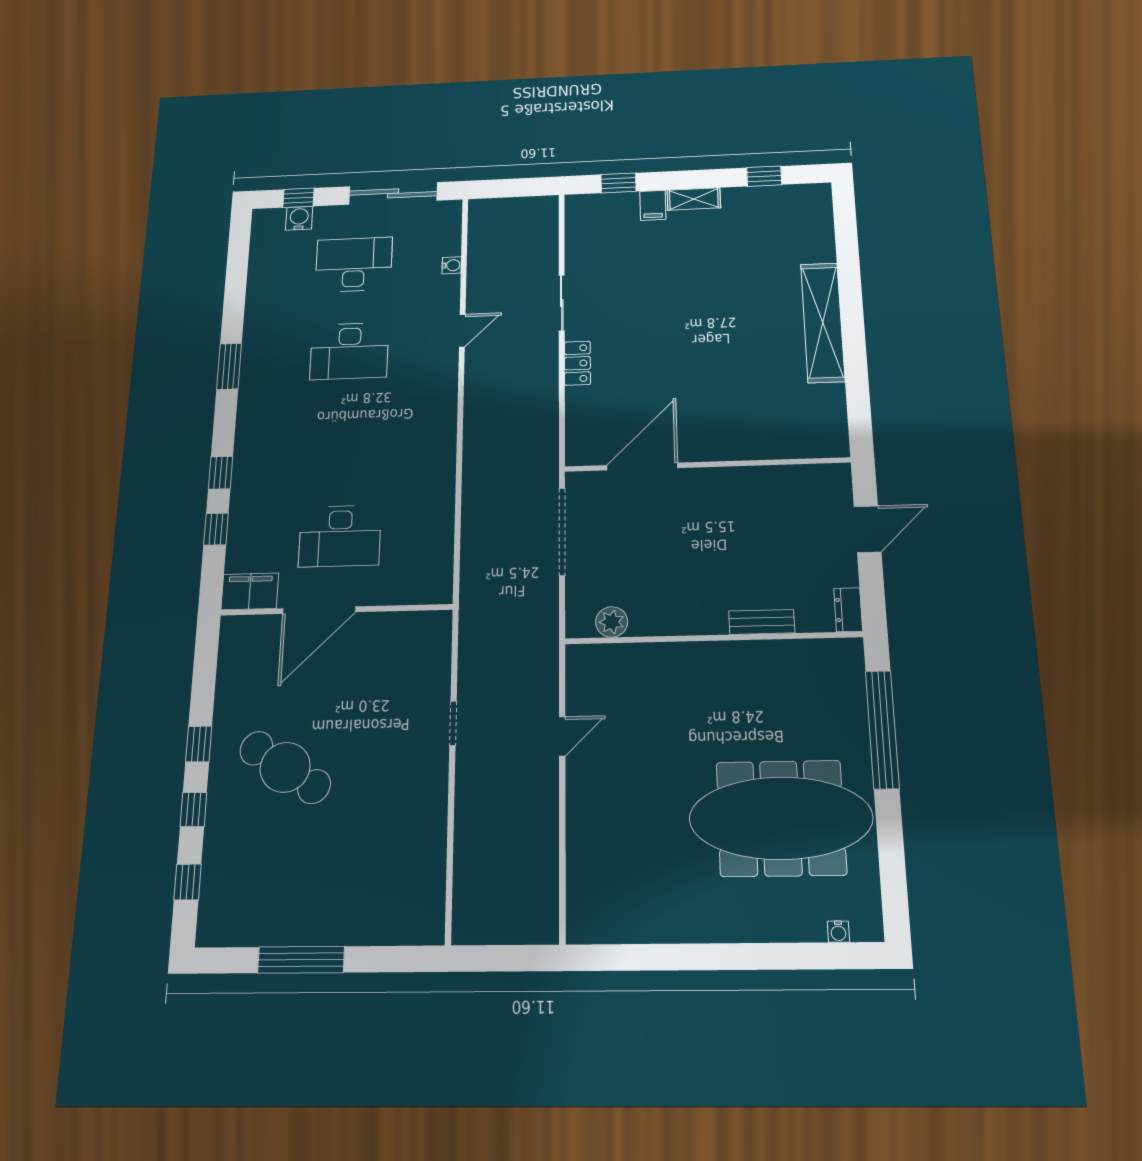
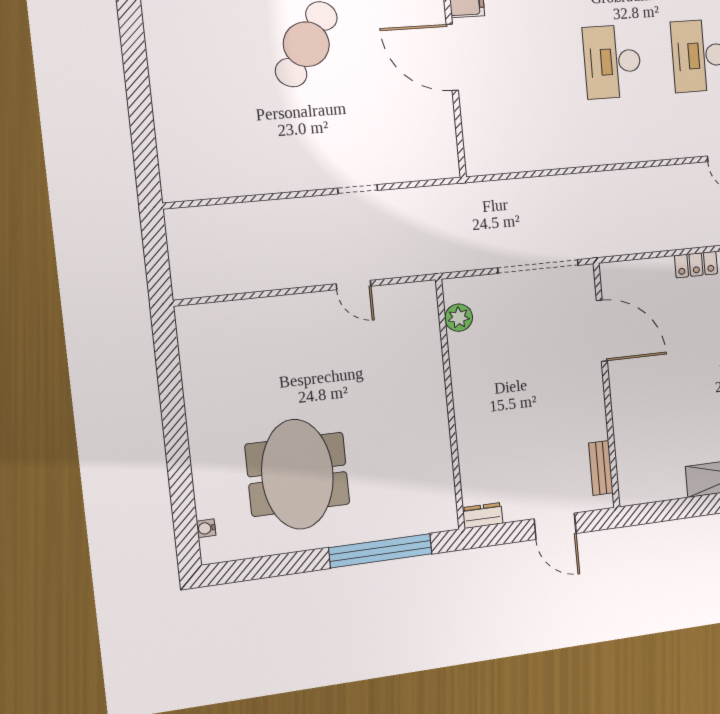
desk: (340, 536) -> (612, 62), moved
bench: (762, 622) -> (601, 468), moved
meeting table: (781, 818) -> (298, 474), width x0.73
window: (301, 960) -> (137, 80), removed

